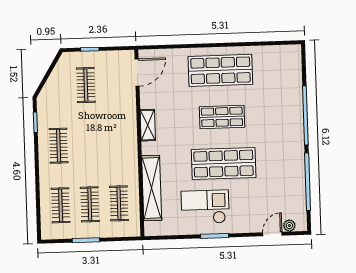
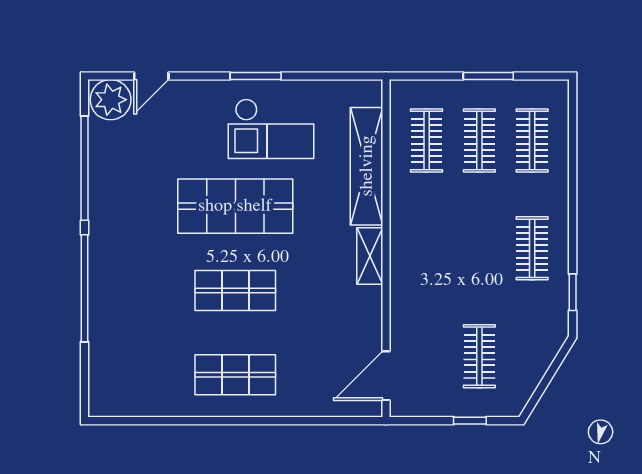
shop shelf: (220, 70) -> (235, 375), width x0.70, depth x0.74
shelving: (148, 125) -> (370, 256), moved
plant: (289, 226) -> (111, 100), width x1.88, depth x1.88

